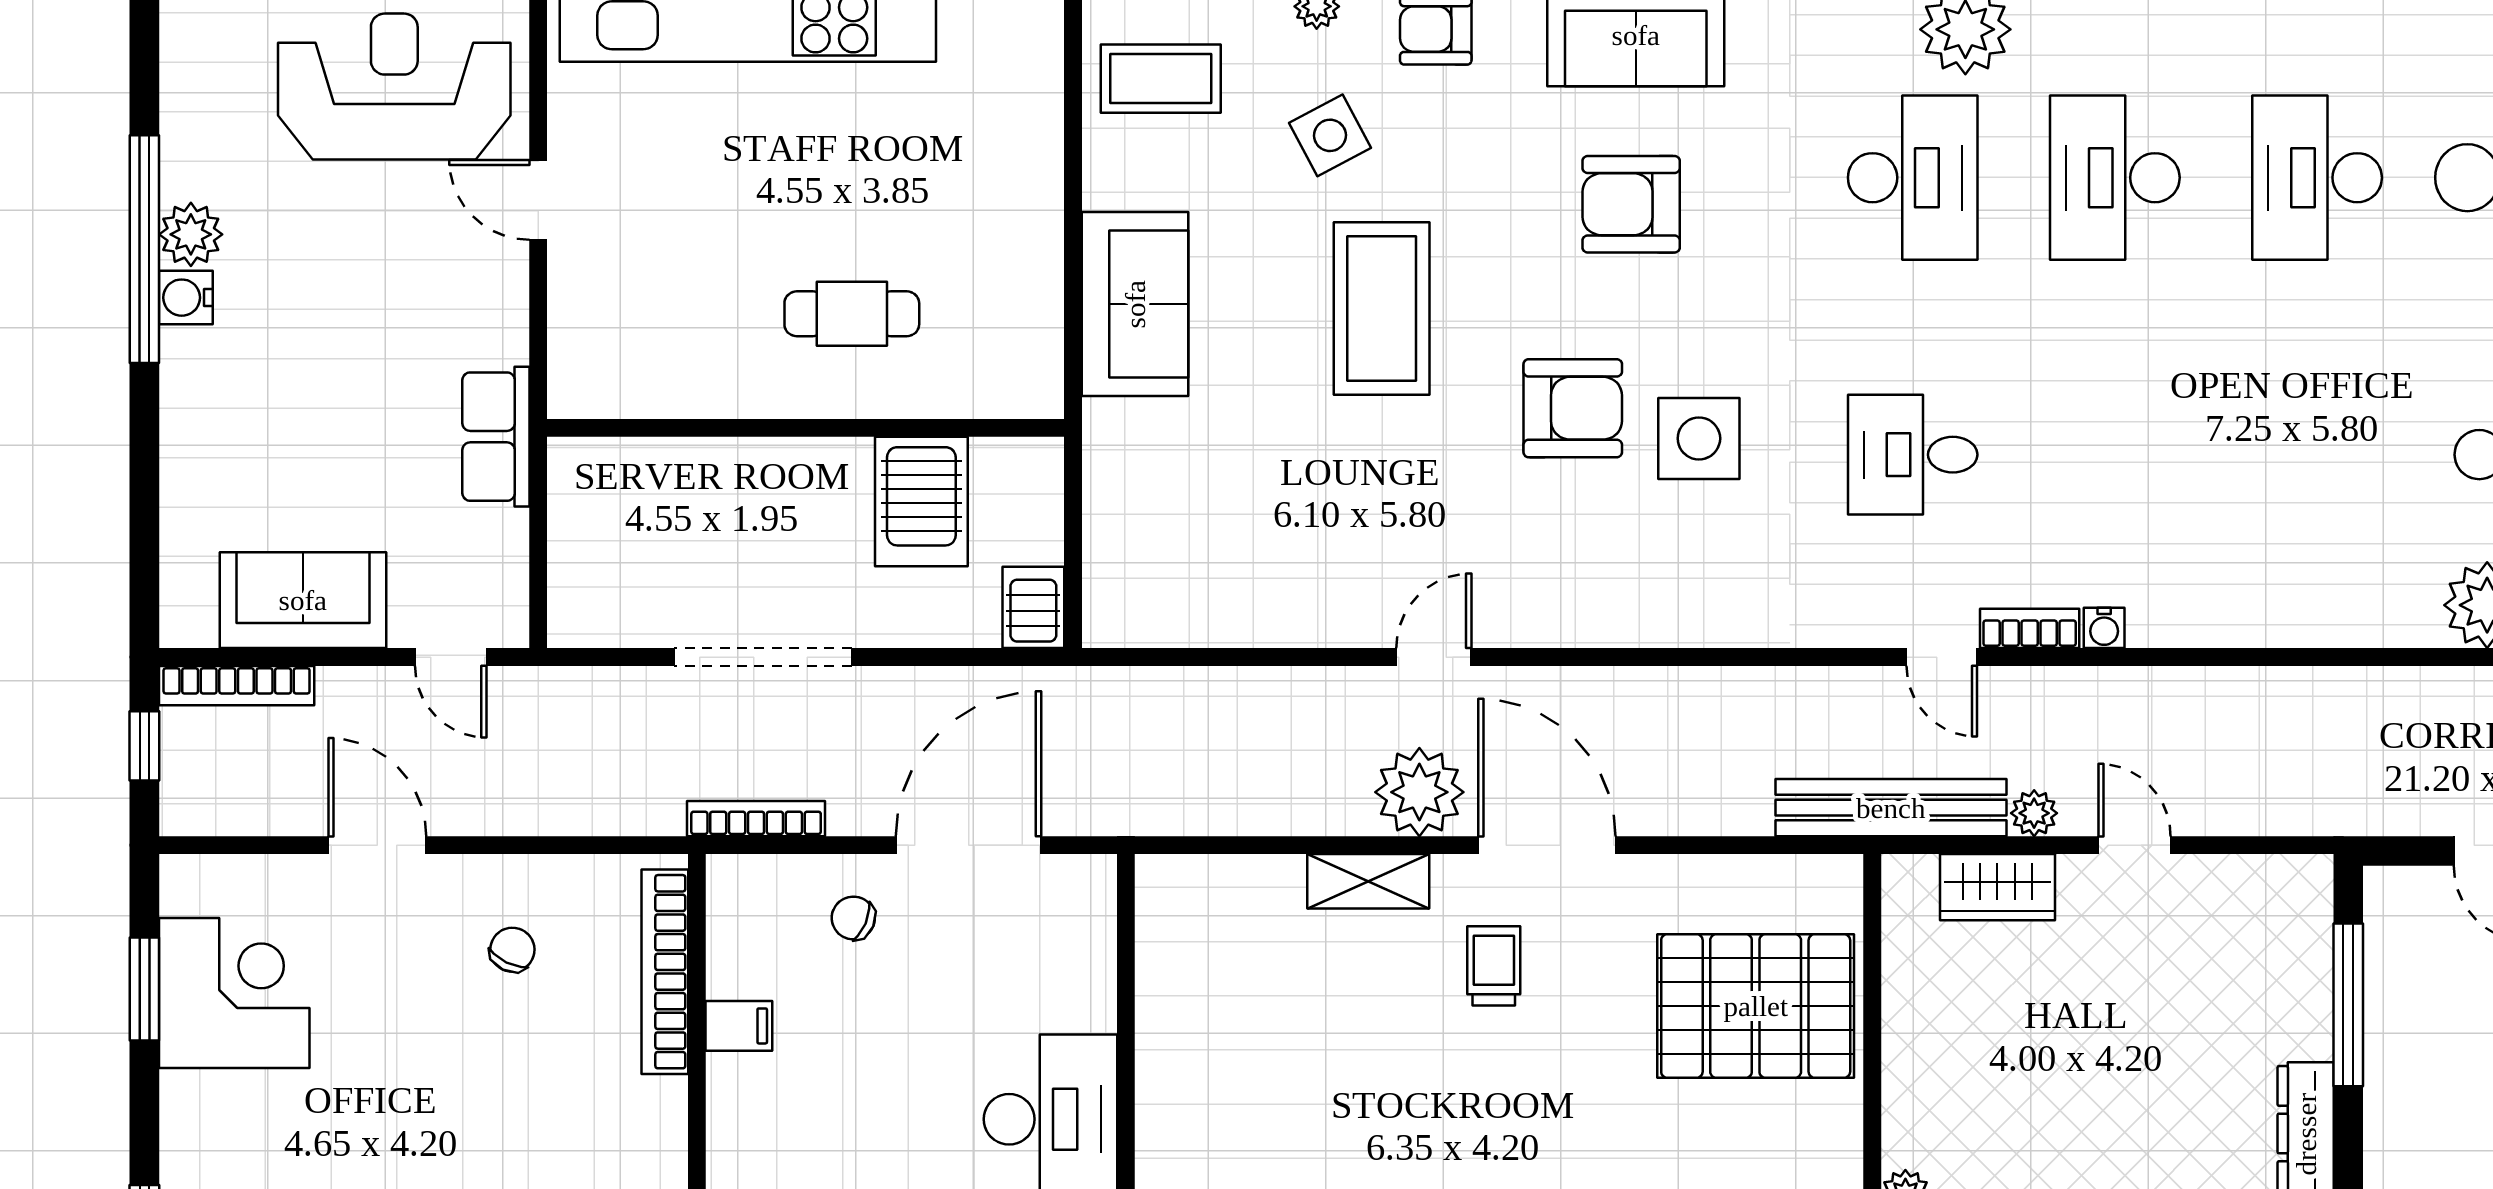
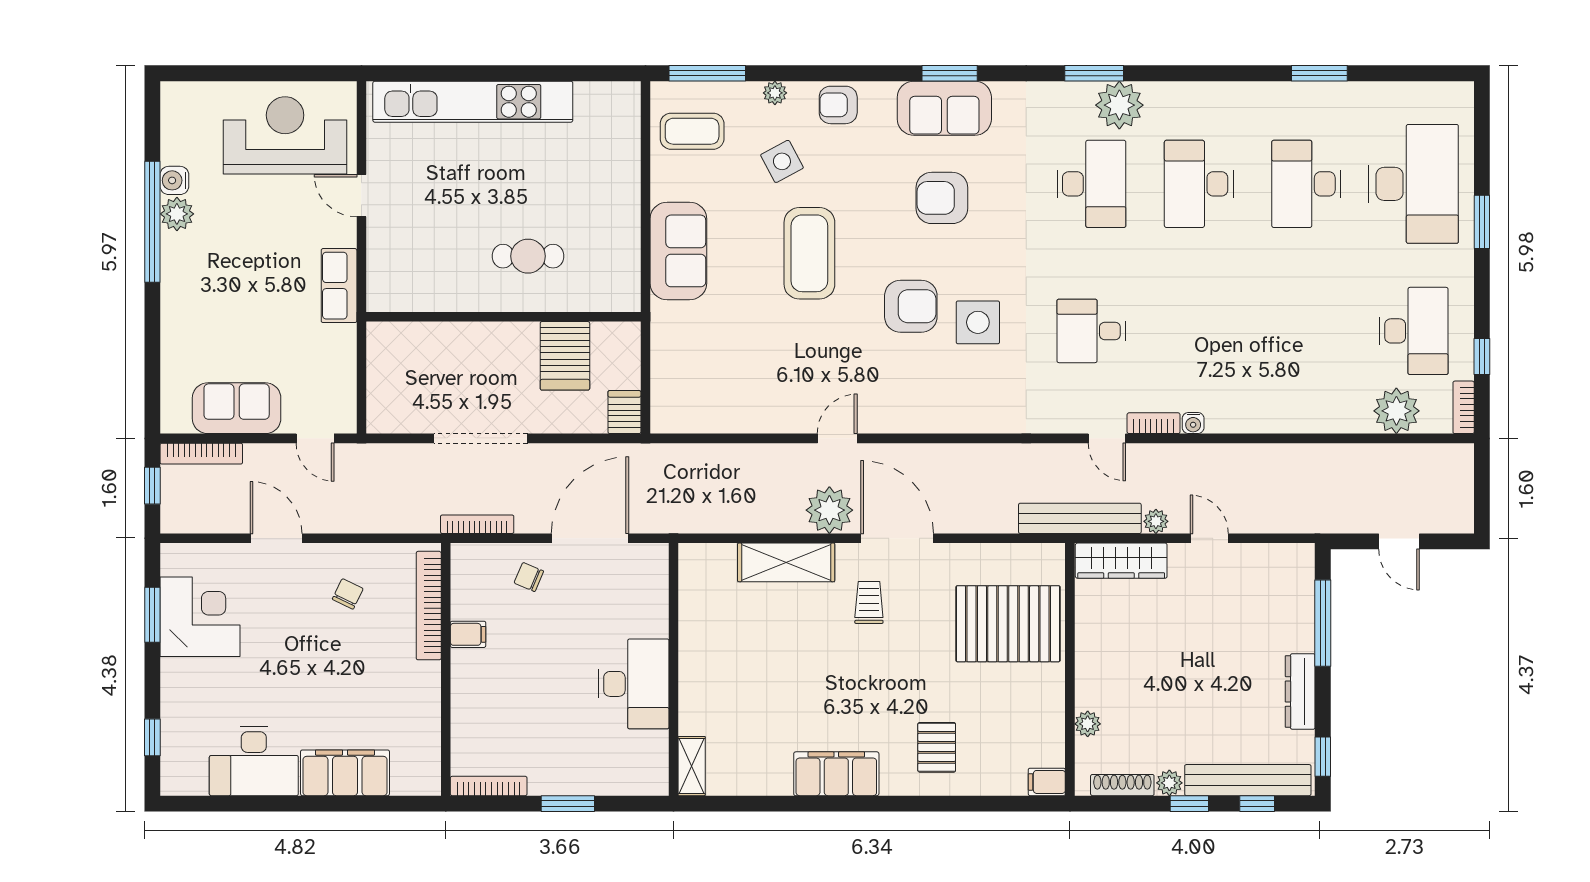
water cooler: (186, 298) -> (174, 180), moved
row of seats: (496, 437) -> (339, 286), moved
shelving: (1368, 881) -> (786, 562), width x1.50, depth x1.33
wardrobe: (1997, 887) -> (1121, 561), width x1.50

